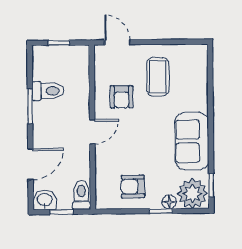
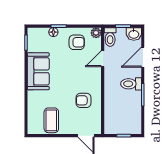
coffee table: (158, 77) -> (51, 120), moved
toilet: (48, 91) -> (131, 84), moved
armchair: (122, 97) -> (84, 100), turned -90
door: (92, 132) -> (103, 59), moved
plant: (192, 194) -> (96, 33), moved, width x0.53, depth x0.53

